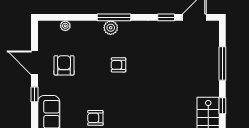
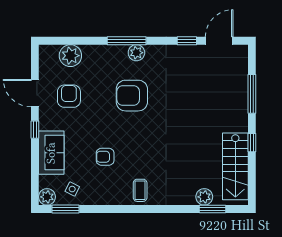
plant: (65, 26) -> (70, 56), width x1.87, depth x1.87
plant: (111, 28) -> (136, 53), moved
armchair: (119, 65) -> (132, 96), width x1.88, depth x1.88

